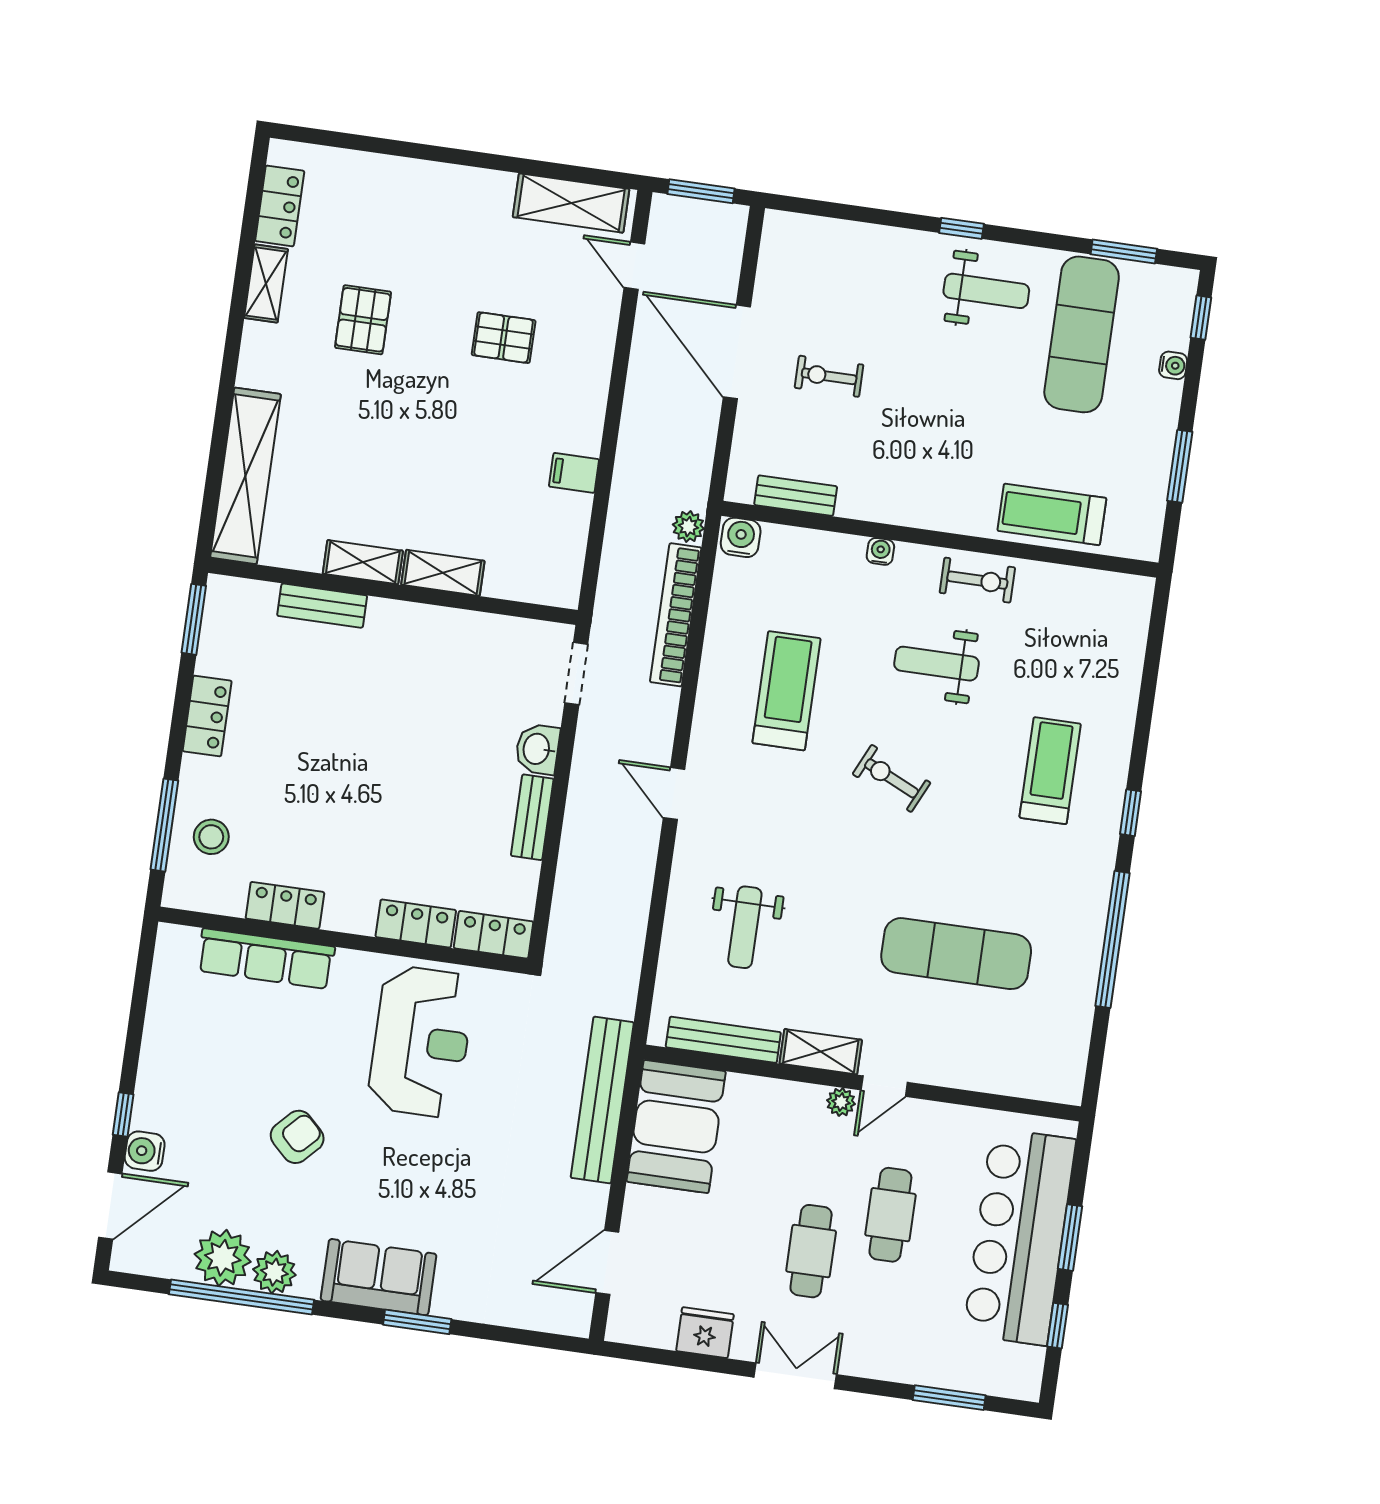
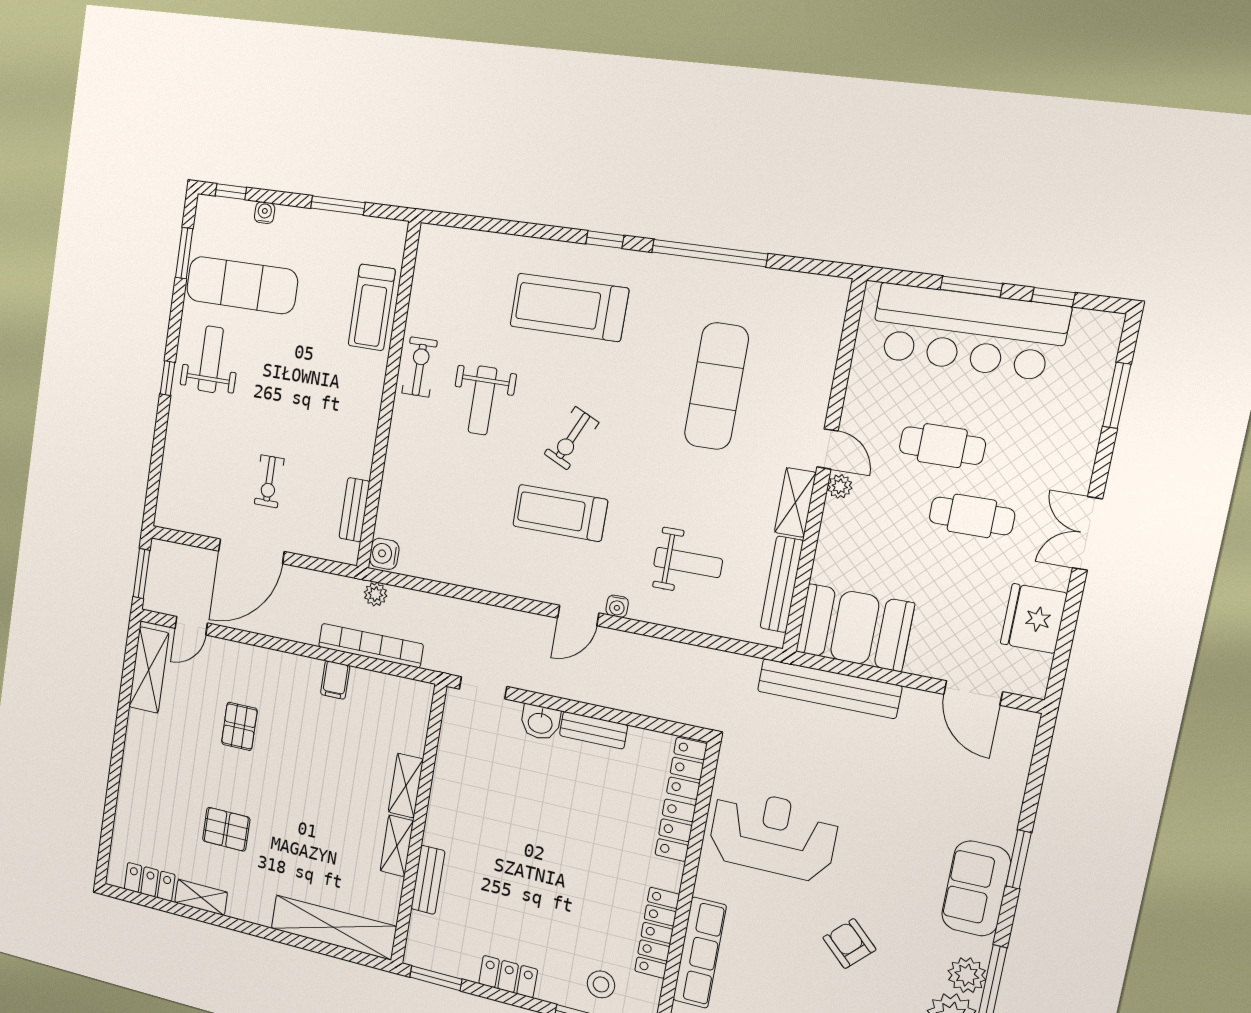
water cooler: (880, 551) -> (617, 606), moved, turned -90
bookcase: (676, 615) -> (371, 645), moved, turned 180
treadmill: (786, 691) -> (560, 513), moved
treadmill: (1050, 771) -> (569, 307), width x1.37, depth x1.38
locker: (285, 905) -> (657, 933), width x1.53
fridge: (705, 1333) -> (1034, 618), width x1.36, depth x1.34

